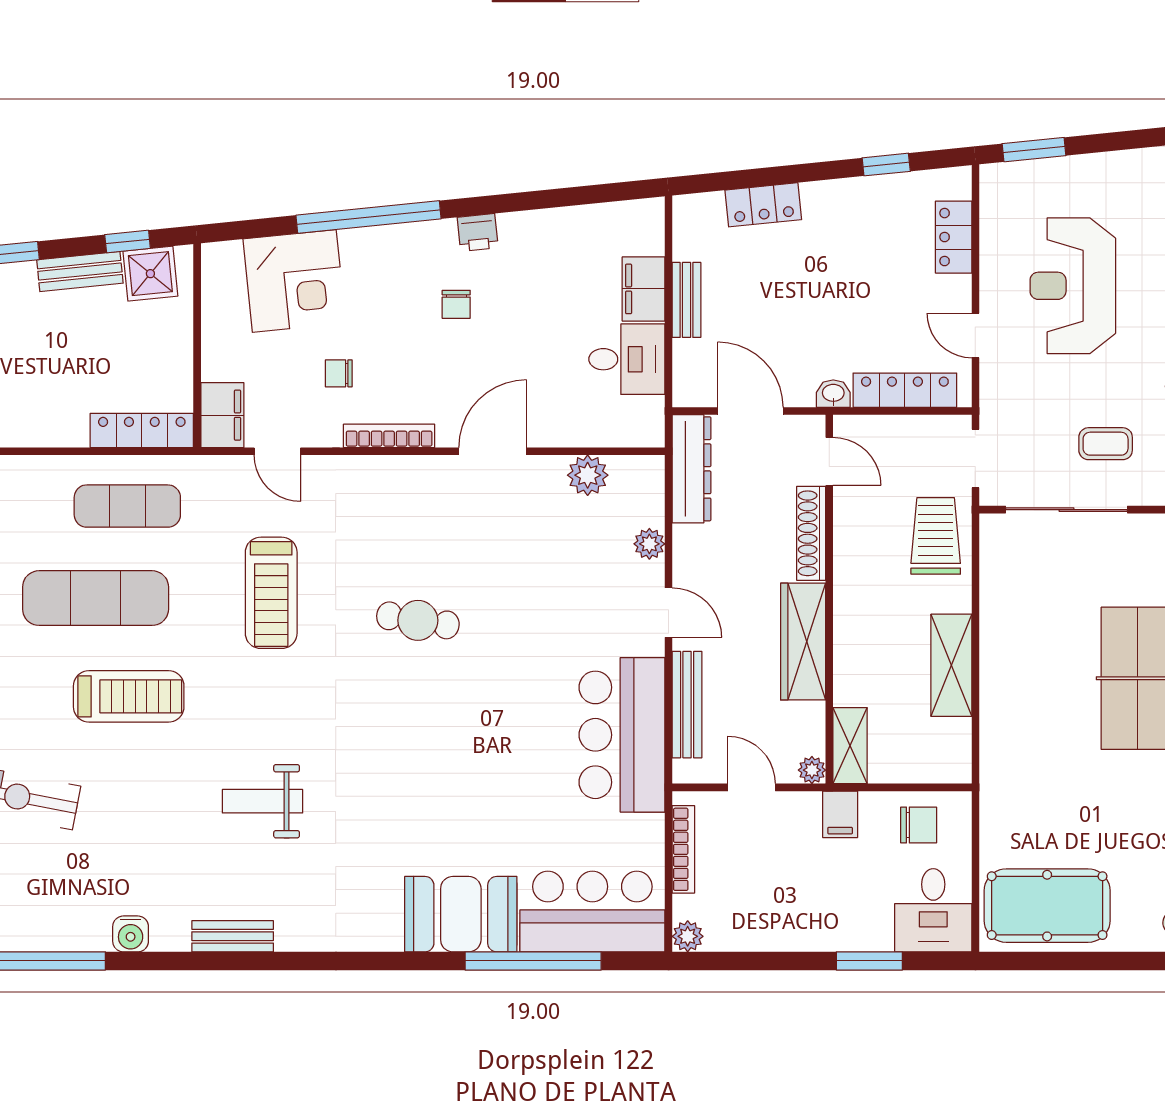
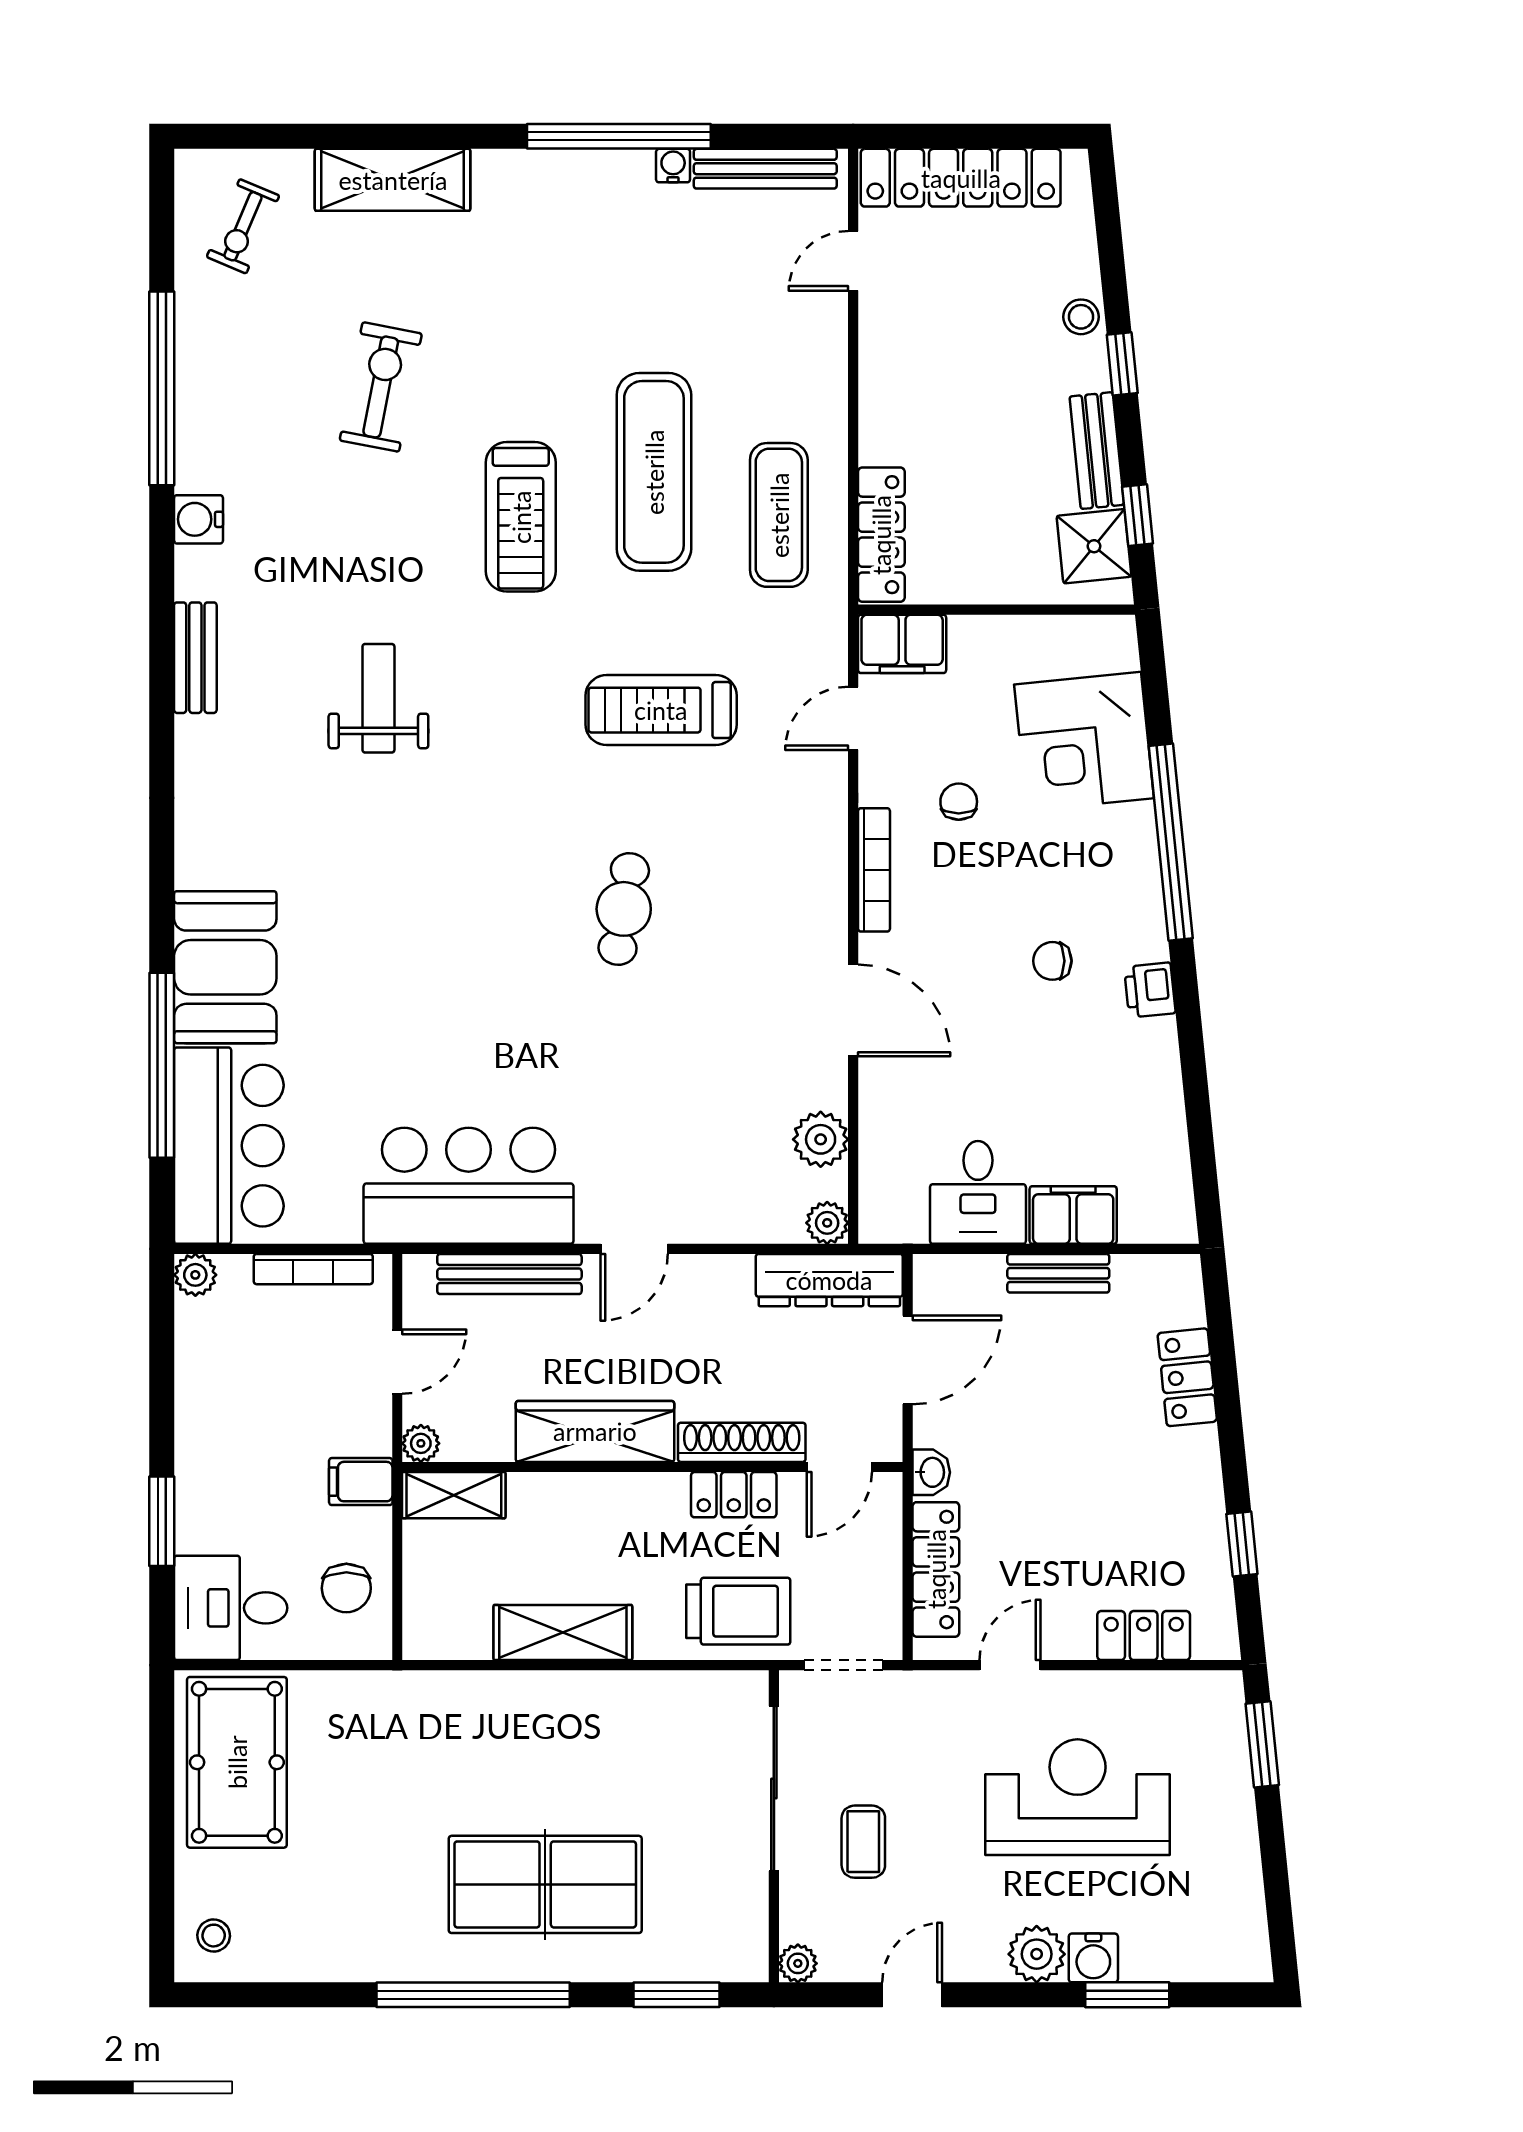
locker: (850, 539) -> (734, 1495), added
plant: (649, 544) -> (827, 1223), moved

